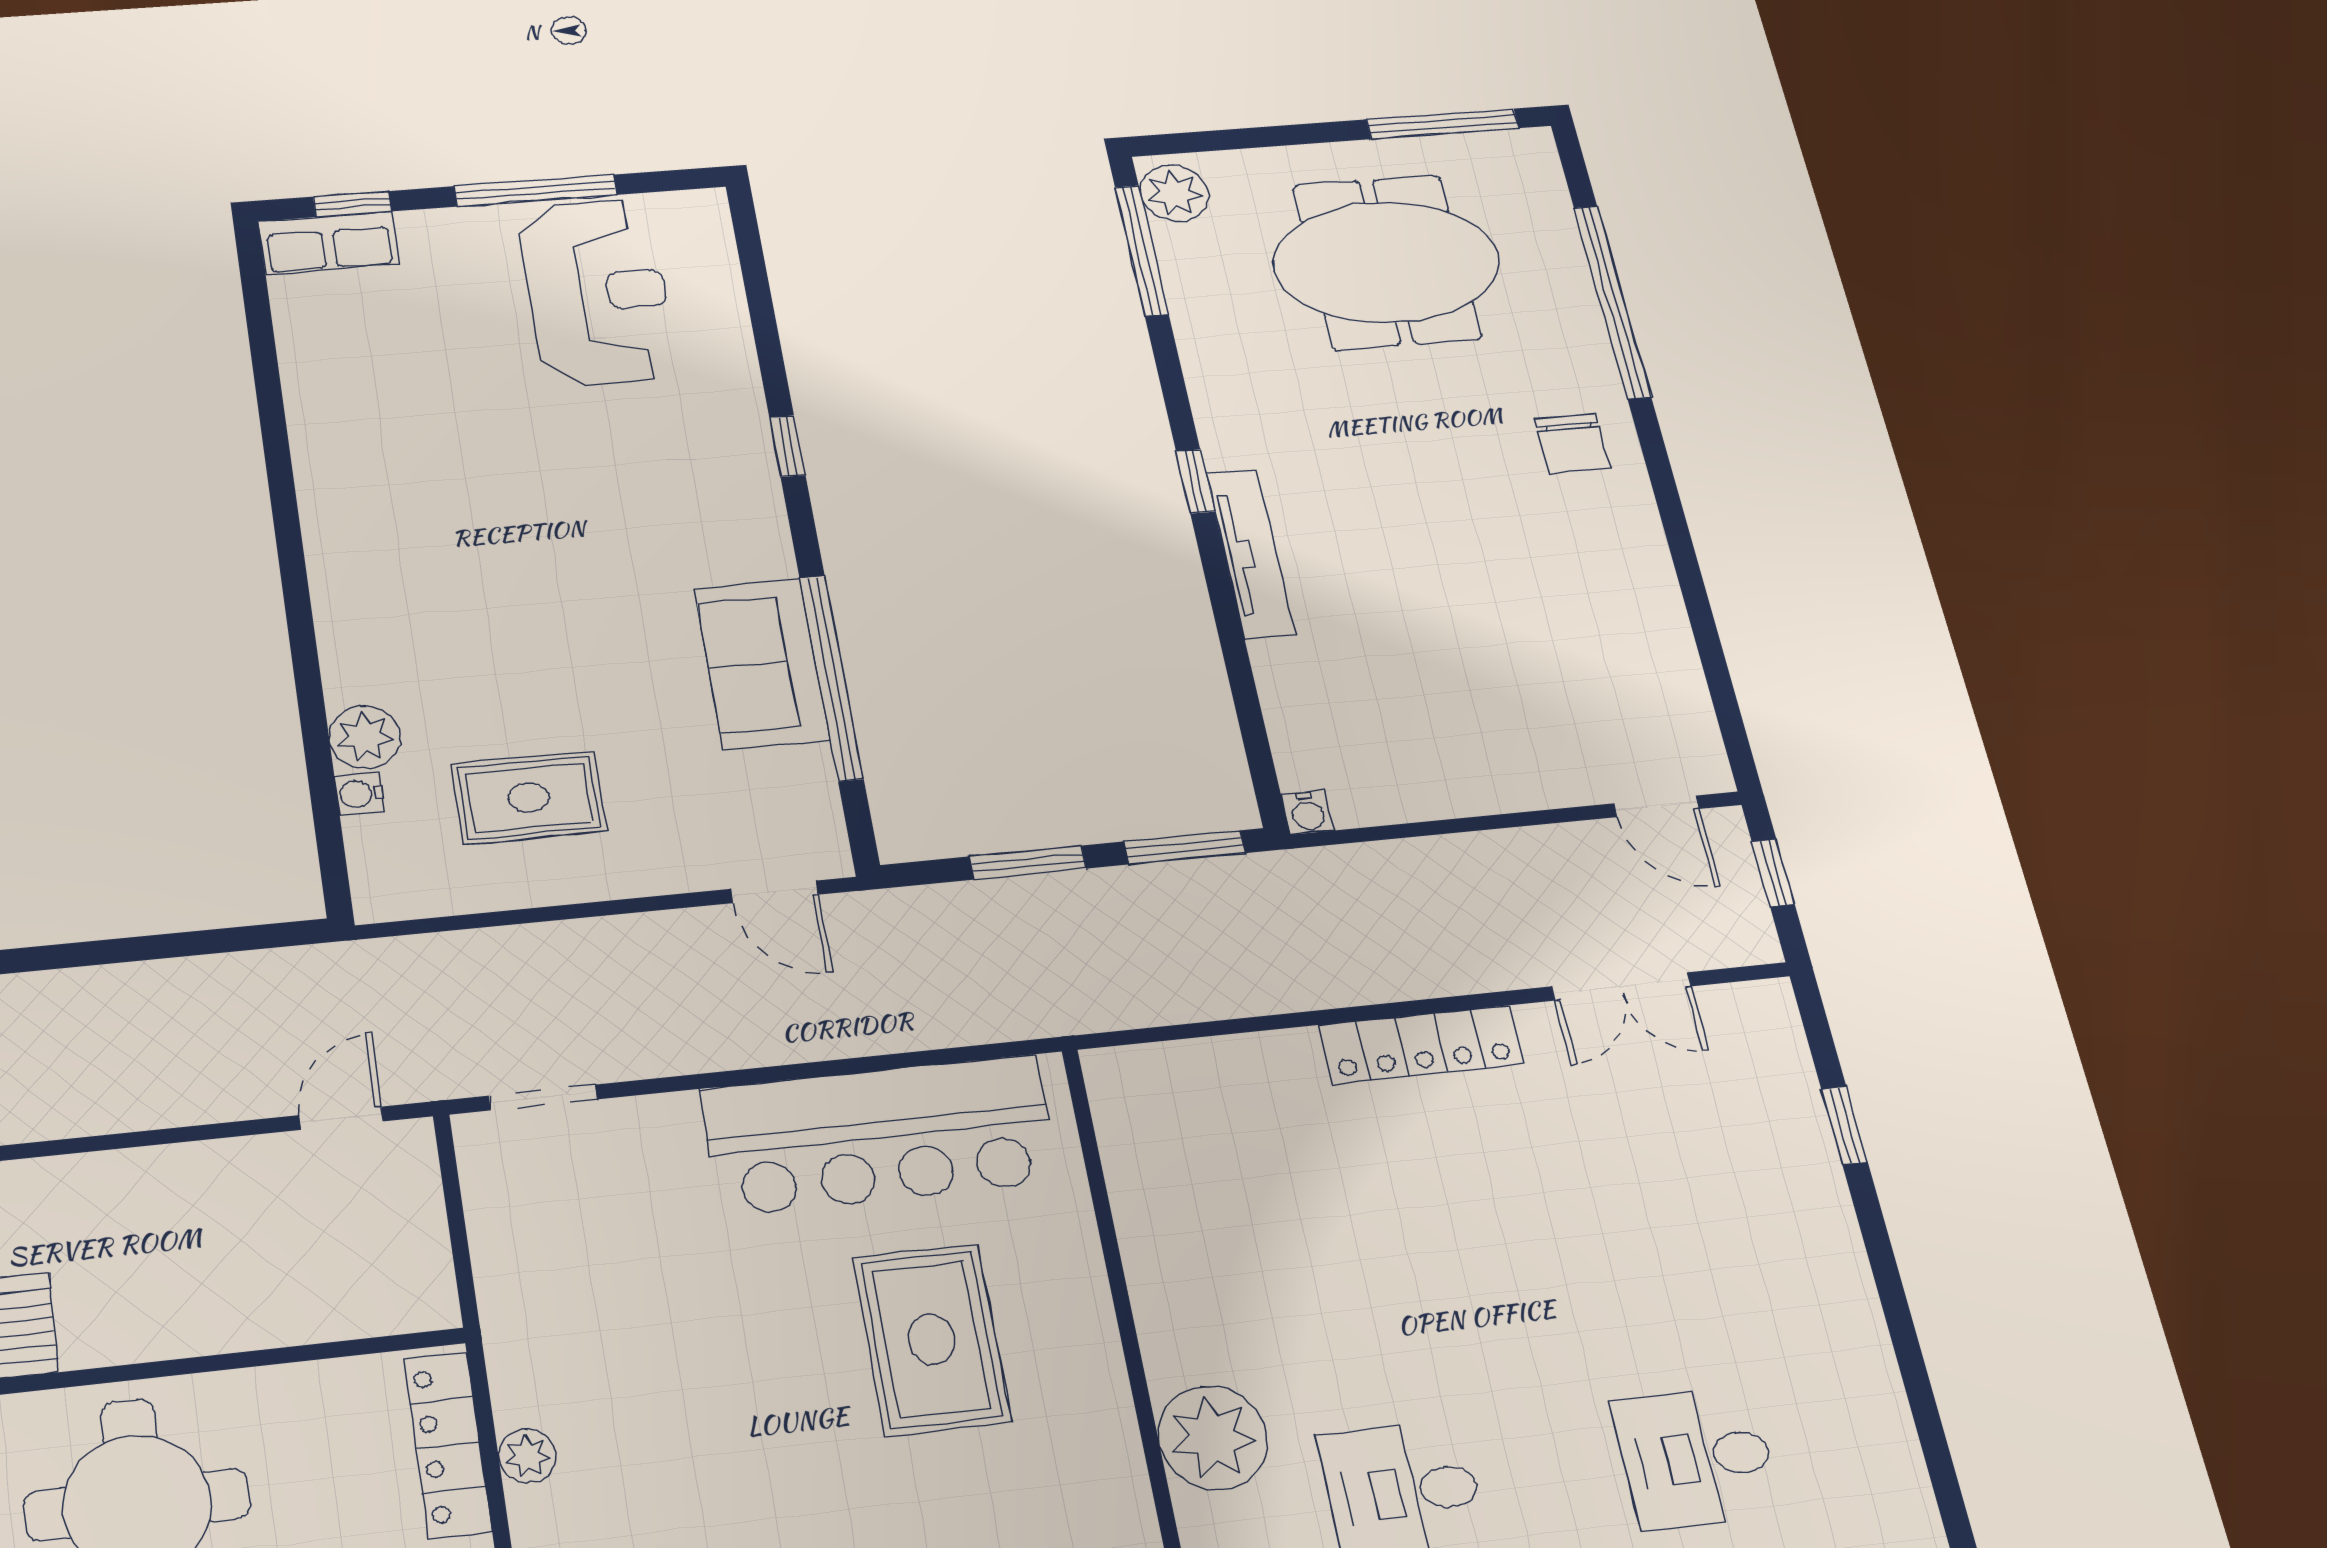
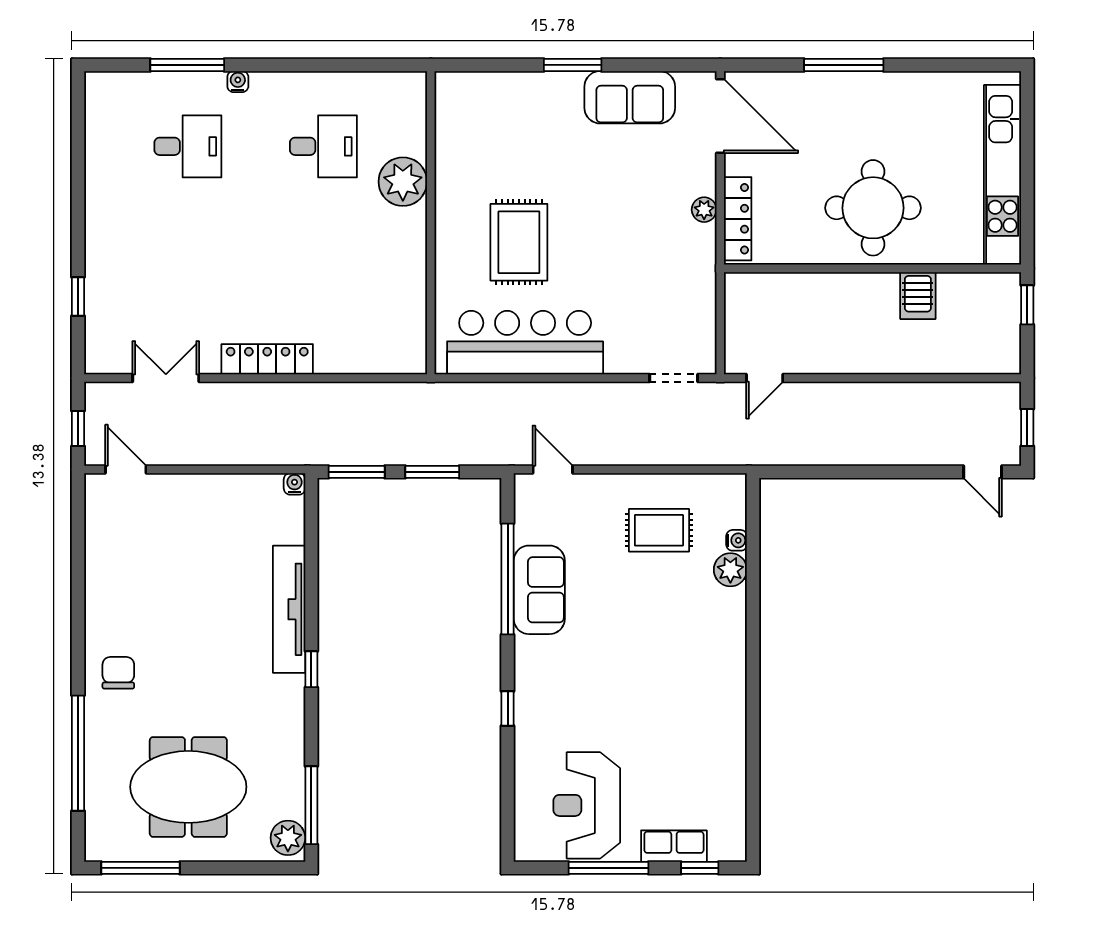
row of seats: (329, 243) -> (674, 846), moved
tv unit: (1250, 554) -> (289, 609), width x1.36, depth x1.29

